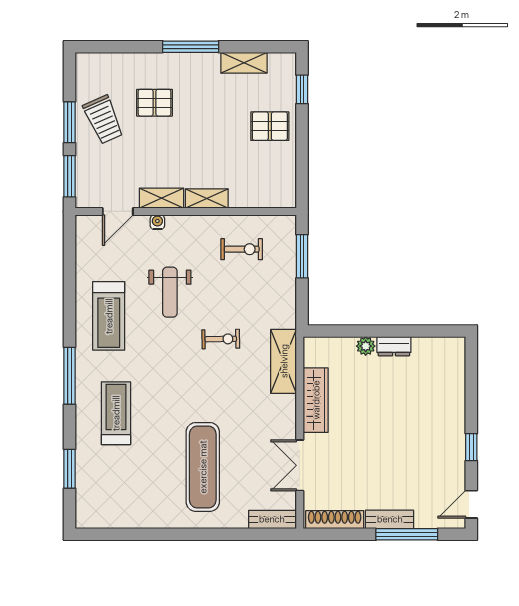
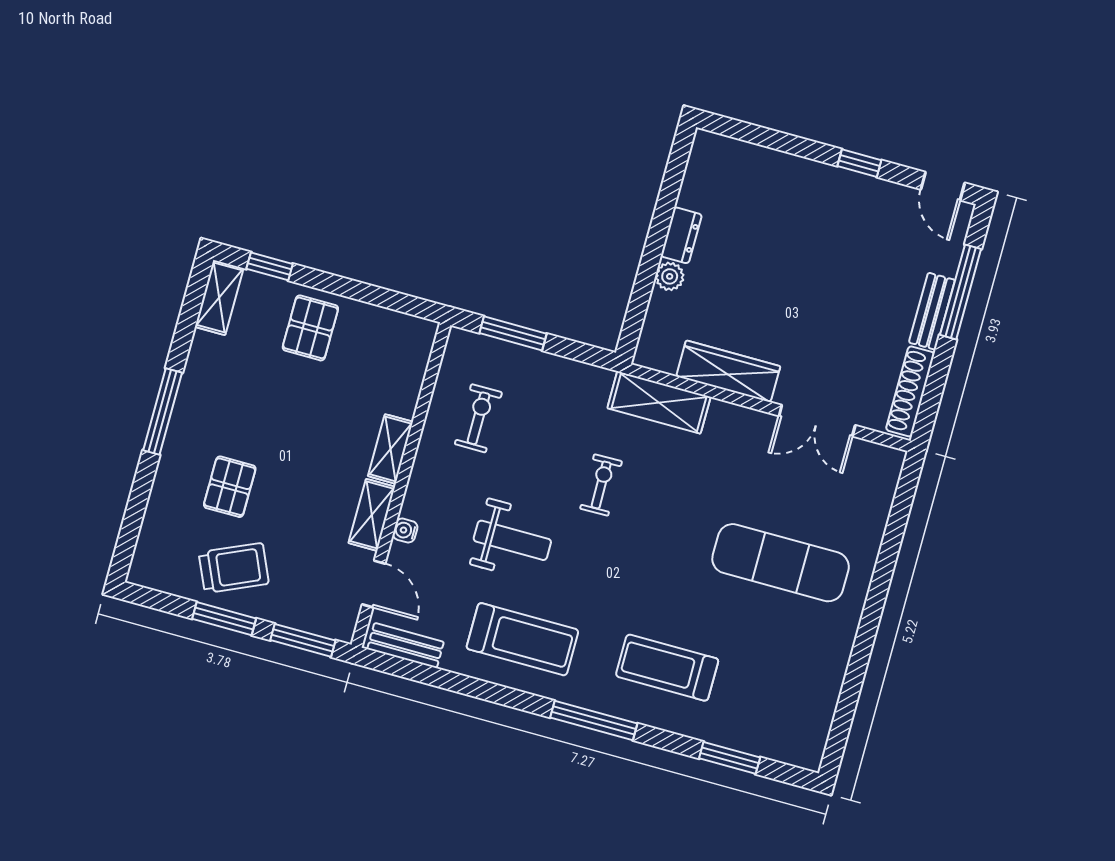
shelving: (244, 63) -> (219, 298), moved
bench: (272, 519) -> (406, 645), moved, turned 90

